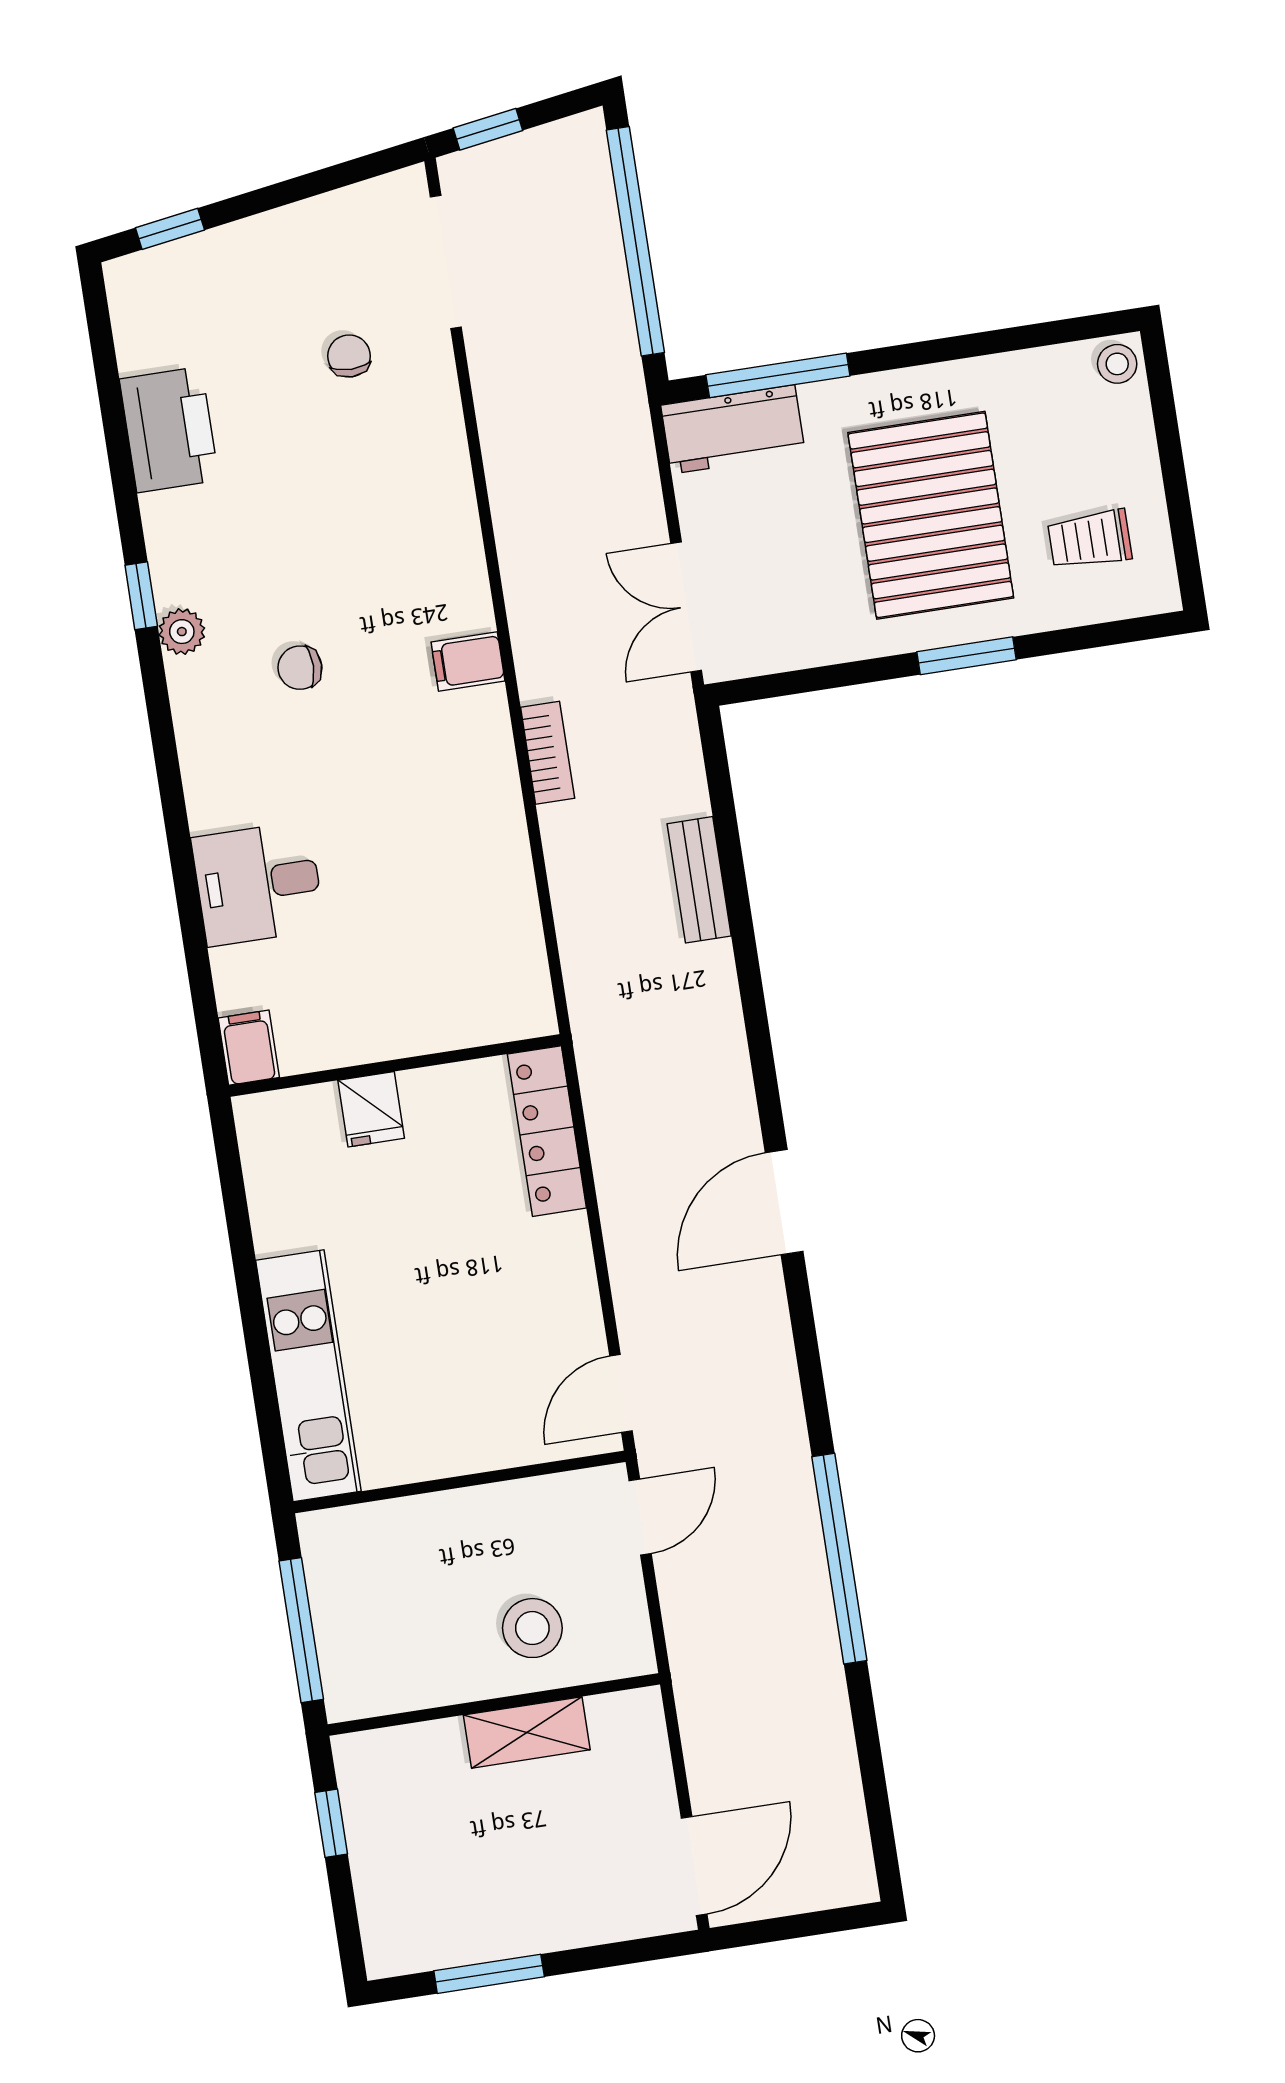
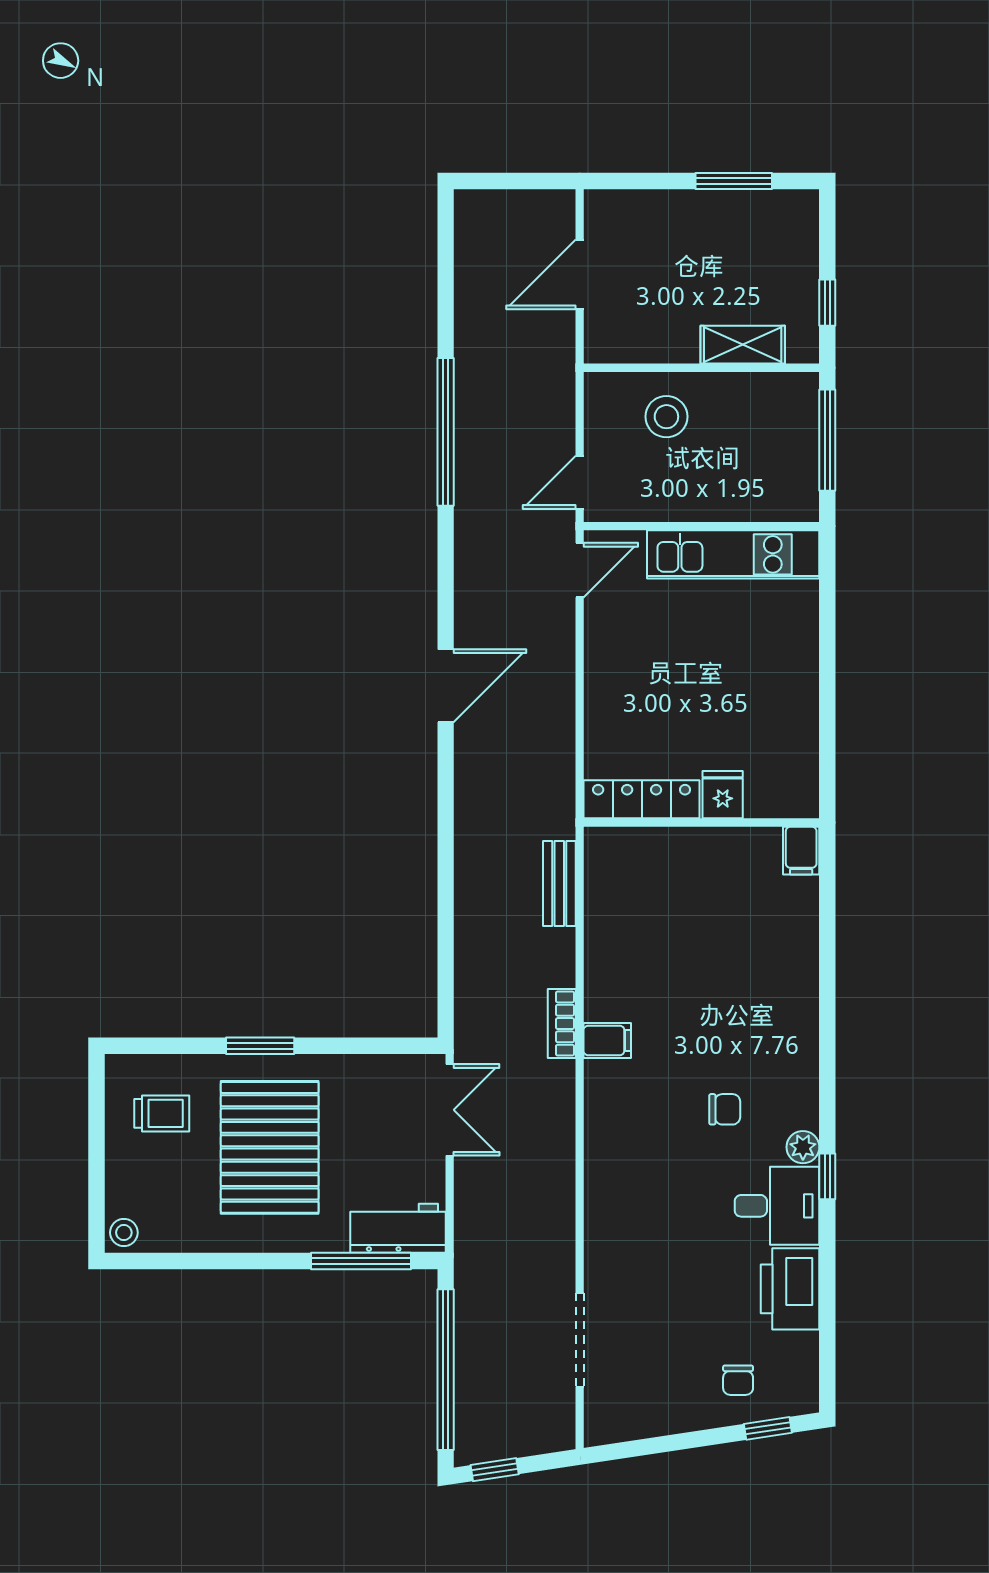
window: (488, 129) -> (495, 1470), moved
doorway: (446, 262) -> (580, 1340), moved
chair: (349, 356) -> (738, 1380), moved
filing cabinet: (468, 662) -> (607, 1040), moved
bench: (699, 880) -> (559, 883), moved
desk: (258, 884) -> (777, 1206), moved
locker: (547, 1131) -> (642, 799), moved, turned -90
kitchen unit: (308, 1376) -> (733, 554), moved, turned -90
shelving: (527, 1732) -> (743, 345), moved
door: (694, 1866) -> (580, 274), moved

